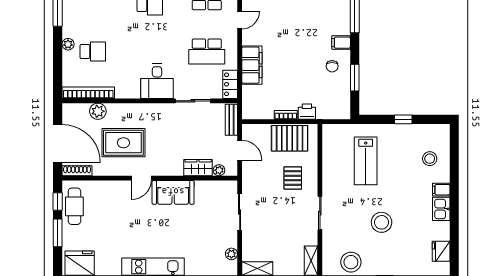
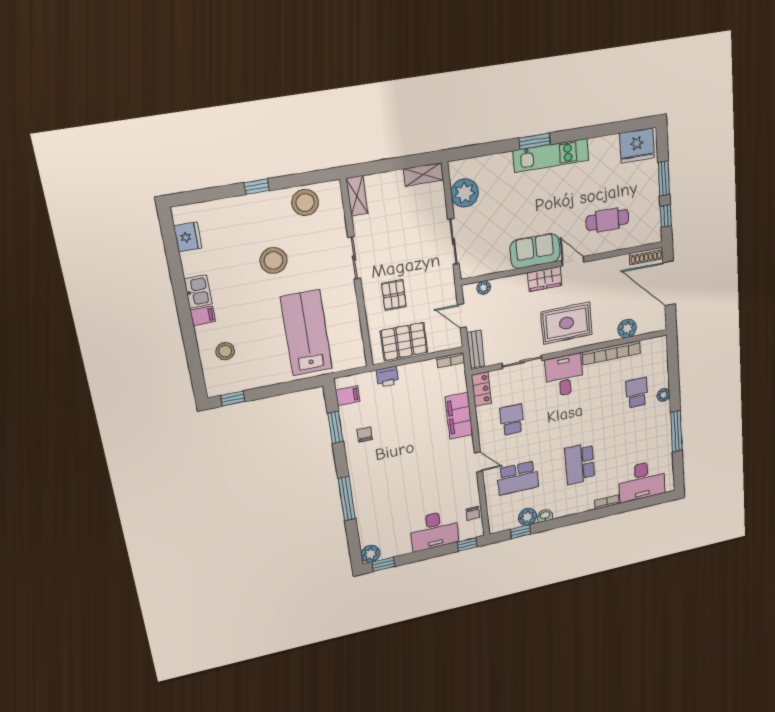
door: (240, 20) -> (479, 462), swing flipped
filing cabinet: (341, 43) -> (348, 396), moved
school desk: (93, 52) -> (637, 393), turned 90
school desk: (207, 52) -> (512, 420), width x0.54
bookcase: (88, 93) -> (611, 353), moved
bookcase: (286, 115) -> (451, 360), moved
window: (403, 119) -> (233, 398), moved
rug: (123, 143) -> (567, 323), moved
lab bench: (366, 161) -> (306, 333), width x1.36, depth x1.39
wardrobe: (198, 168) -> (545, 279), moved
door: (141, 178) -> (573, 261), hinge flipped
cafe table: (74, 206) -> (607, 220), moved, turned 90
plant: (231, 254) -> (465, 193), width x1.88, depth x1.88

